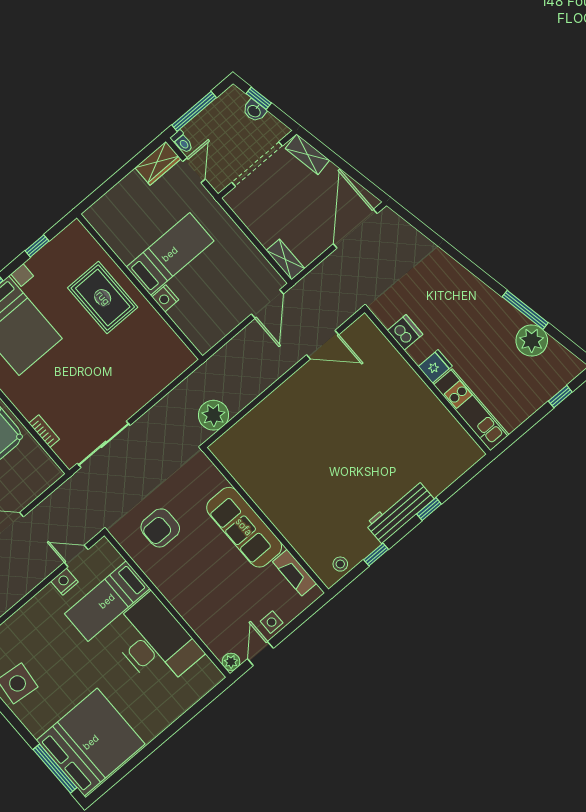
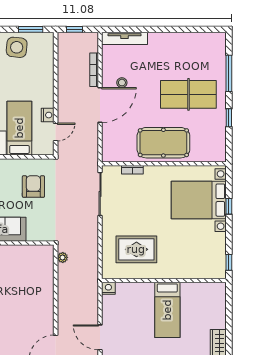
window: (37, 246) -> (229, 262), moved
rug: (103, 298) -> (136, 249), moved
nightstand: (165, 298) -> (108, 288), moved
plant: (213, 415) -> (63, 257), width x0.53, depth x0.53

